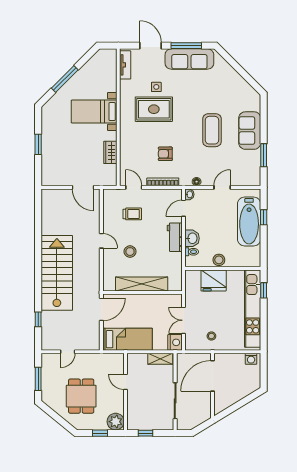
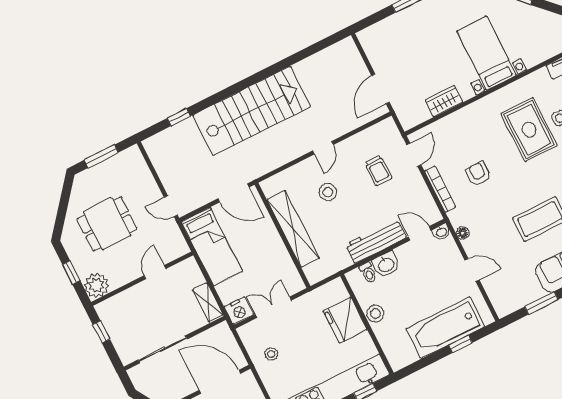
workbench: (175, 237) -> (376, 241), width x1.38
door: (68, 352) -> (171, 206), moved

